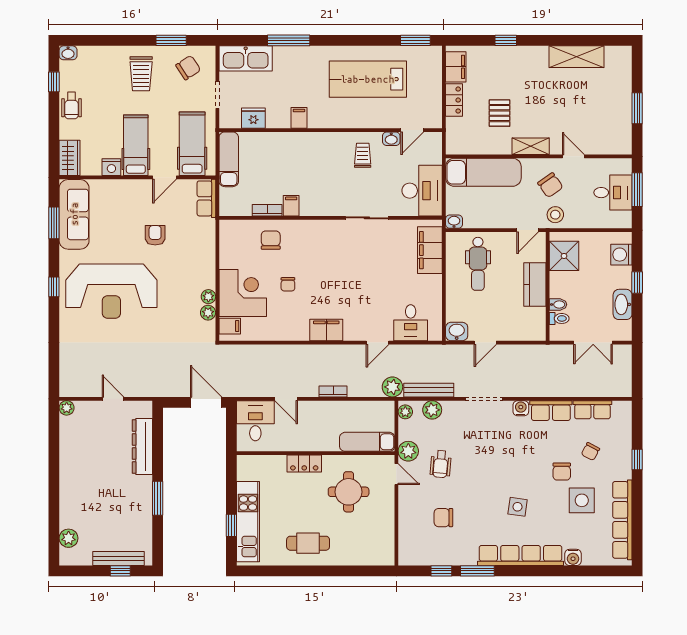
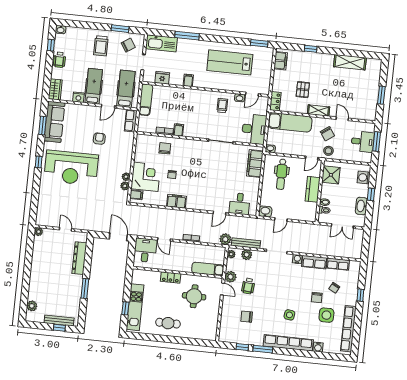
locker: (454, 100) -> (275, 101), moved
filing cabinet: (326, 330) -> (176, 201), moved

